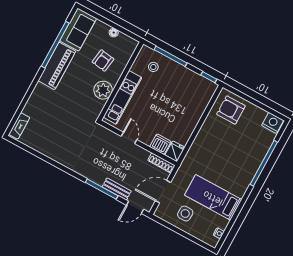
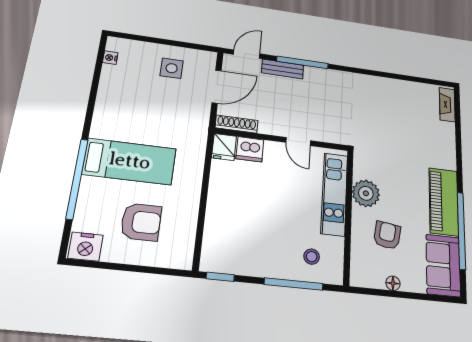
armchair: (231, 110) -> (141, 222), moved
bed: (213, 197) -> (130, 161), moved

